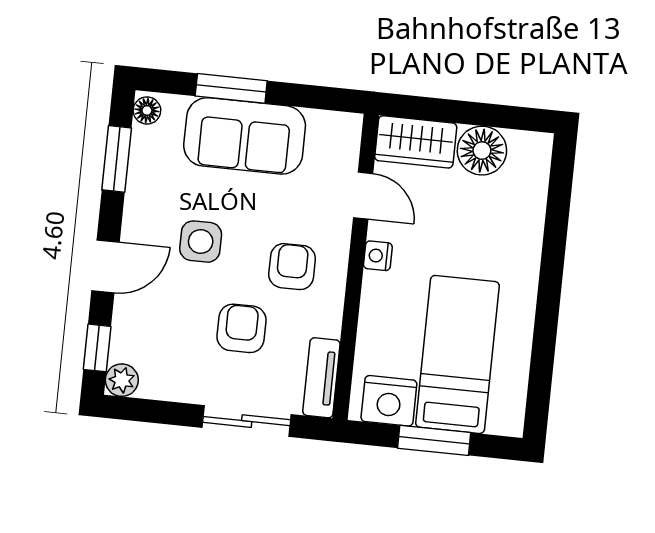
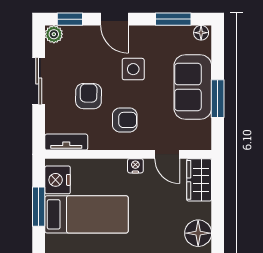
window: (231, 88) -> (218, 99), moved
floor lamp: (482, 151) -> (198, 233), moved
door: (363, 196) -> (167, 154), hinge flipped
armchair: (242, 328) -> (89, 96), turned -89
sliding door: (247, 421) -> (39, 81), moved

